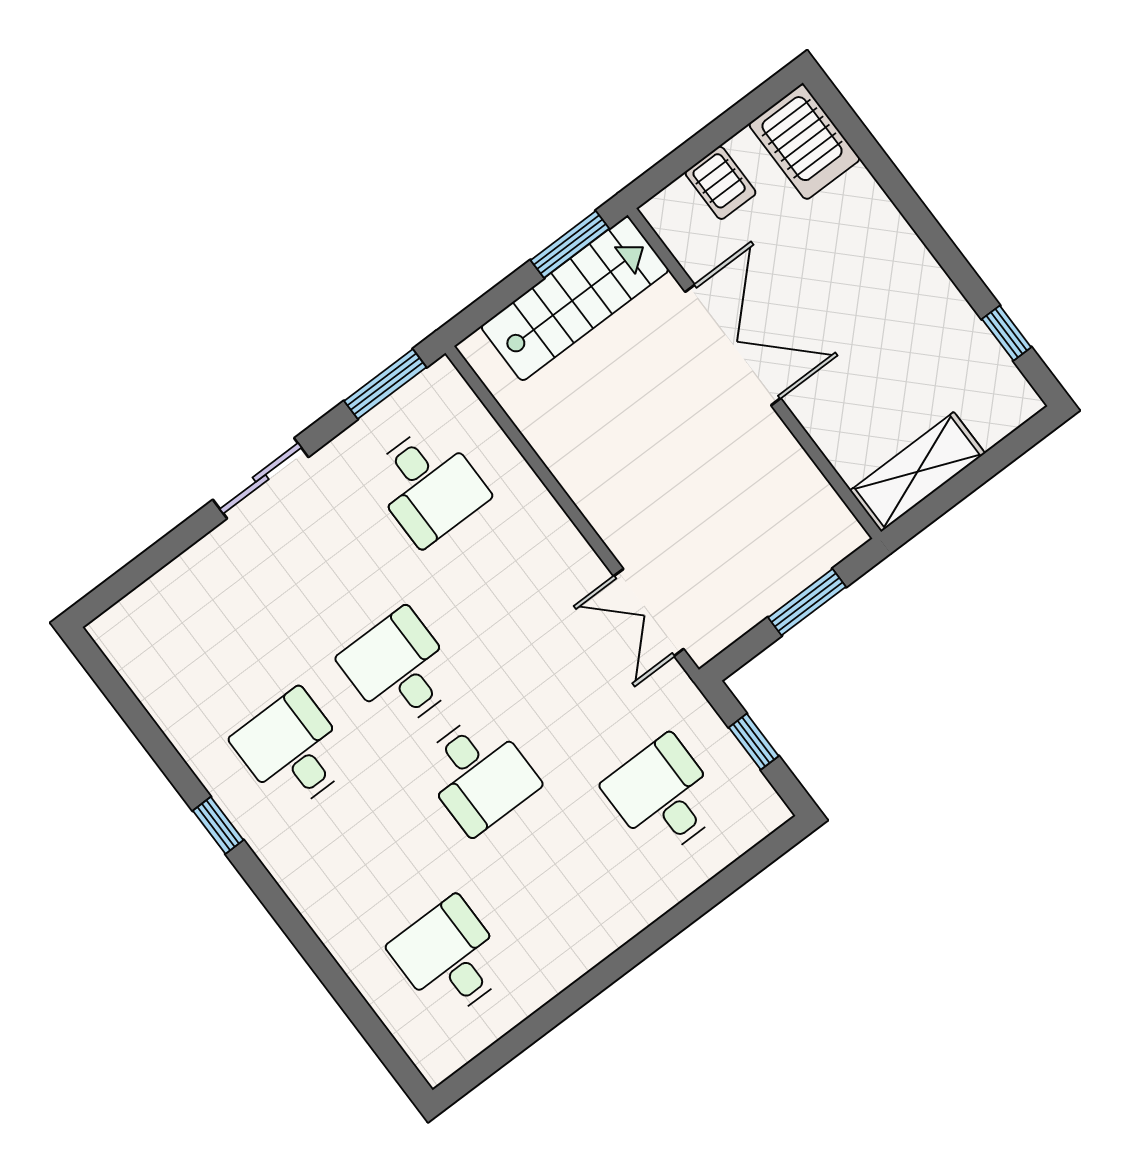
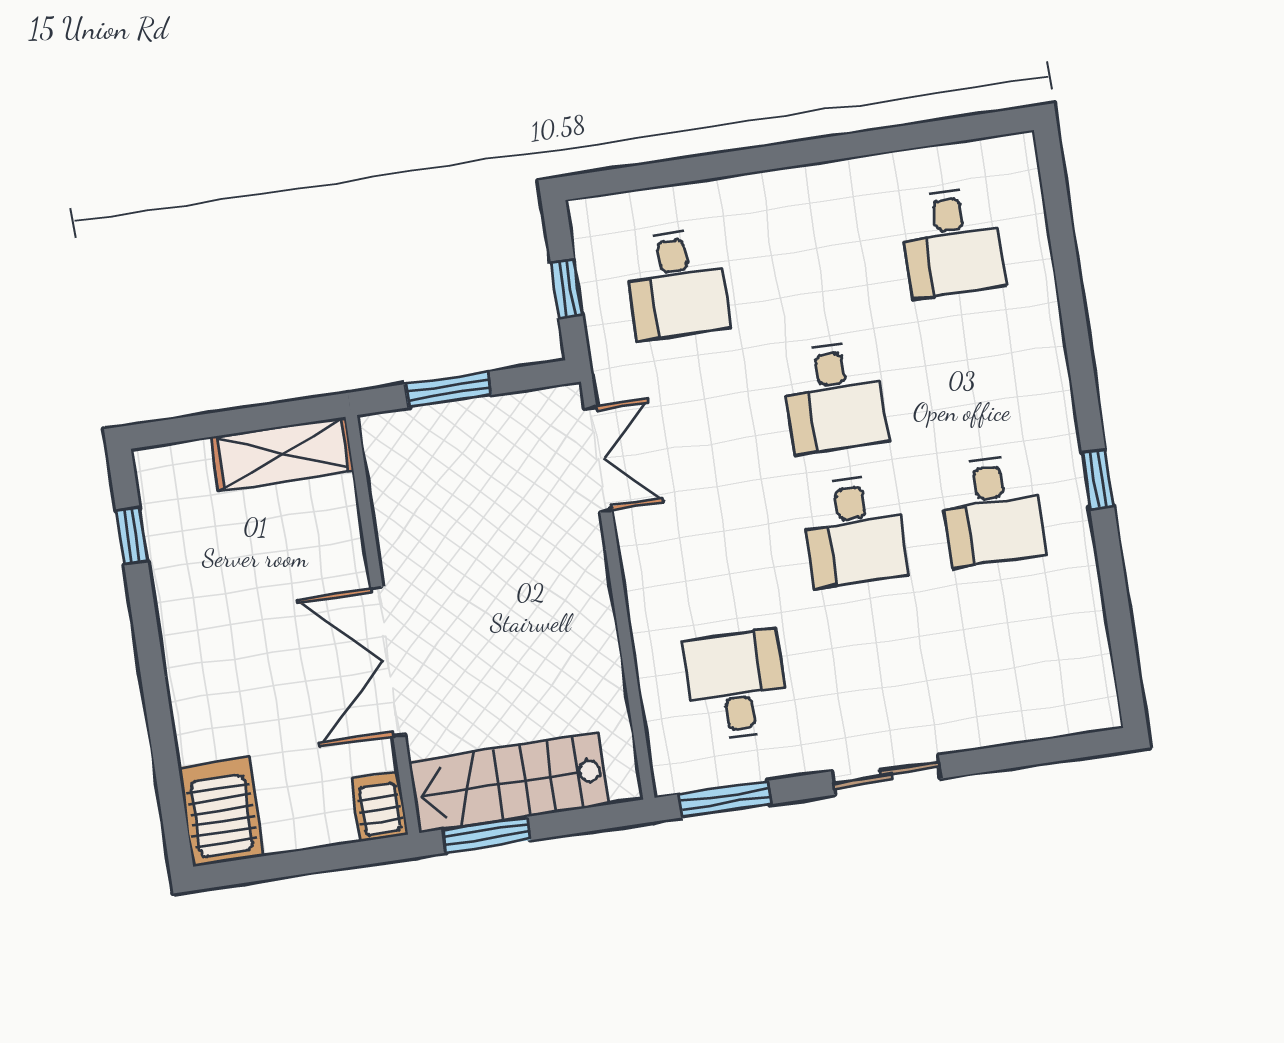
server rack: (721, 183) -> (380, 807), moved
desk: (478, 773) -> (834, 397), turned 180

